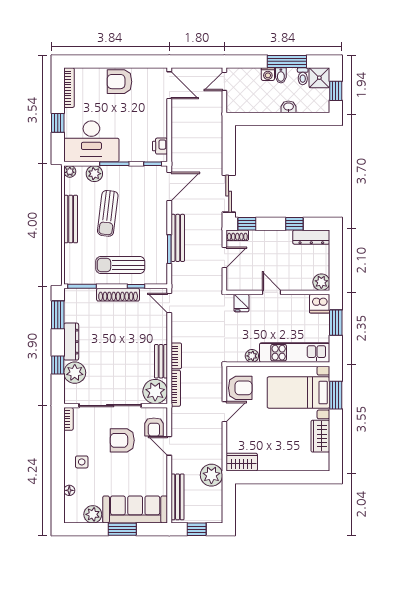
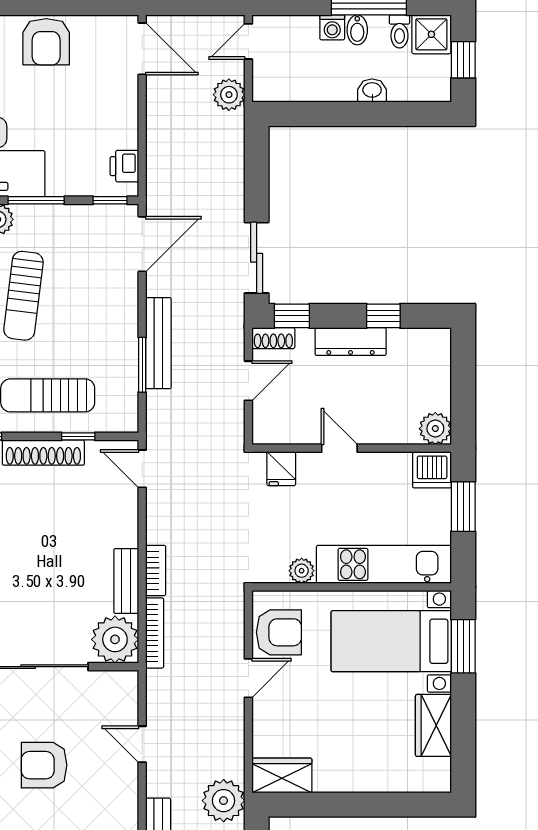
armchair: (119, 82) -> (46, 42), turned -90
plant: (214, 109) -> (229, 95), added
dresser: (311, 237) -> (351, 342), moved
armchair: (154, 427) -> (113, 708), removed
armchair: (122, 440) -> (44, 765), moved

